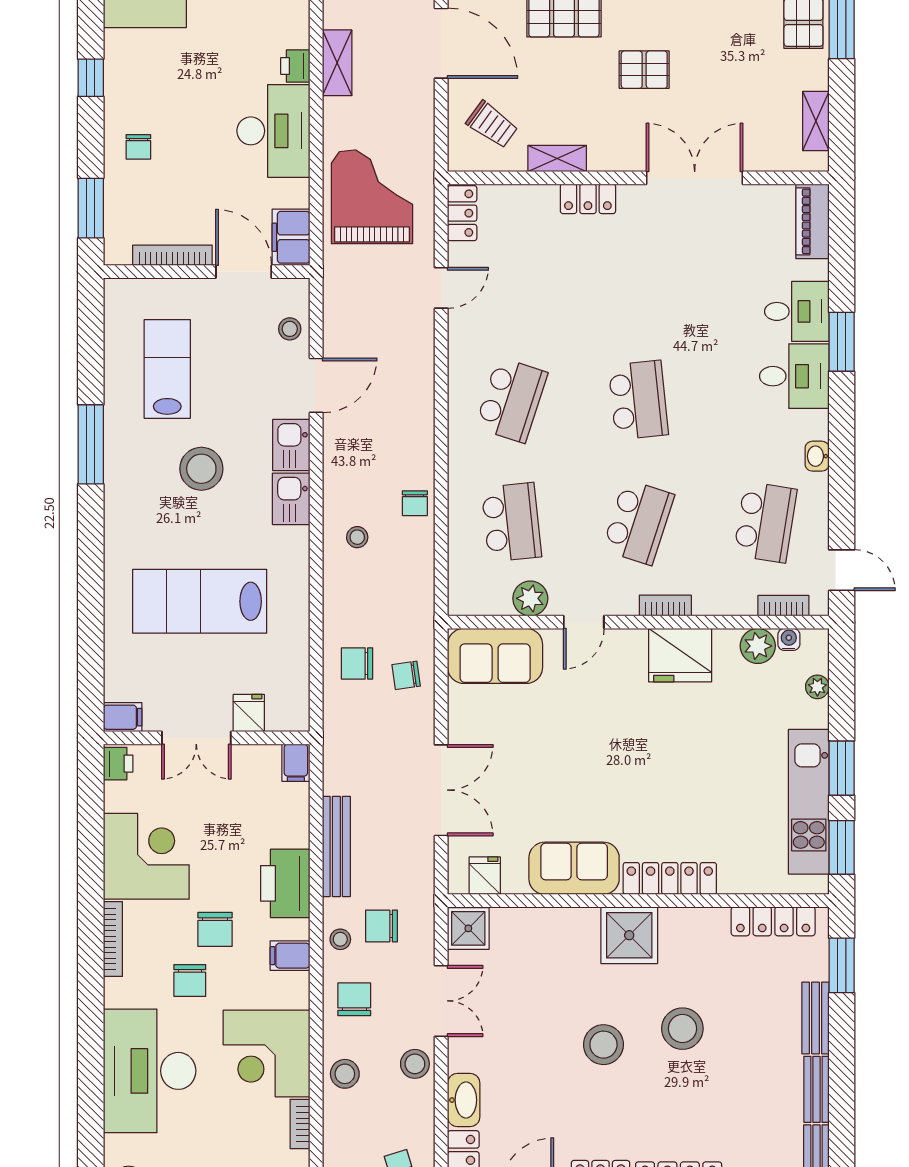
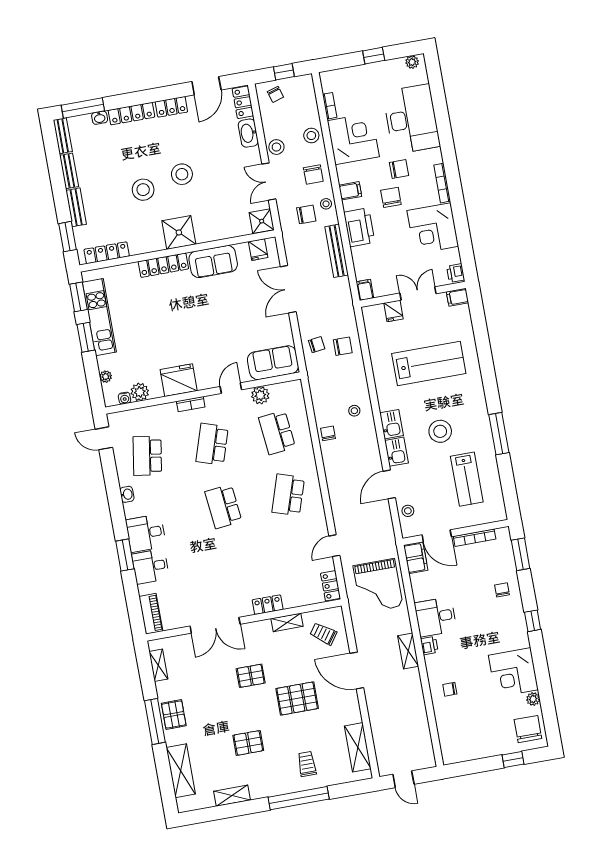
desk: (273, 131) -> (436, 617), width x0.73
bookcase: (783, 606) -> (130, 415), removed
chair: (190, 981) -> (399, 169), turned 90

